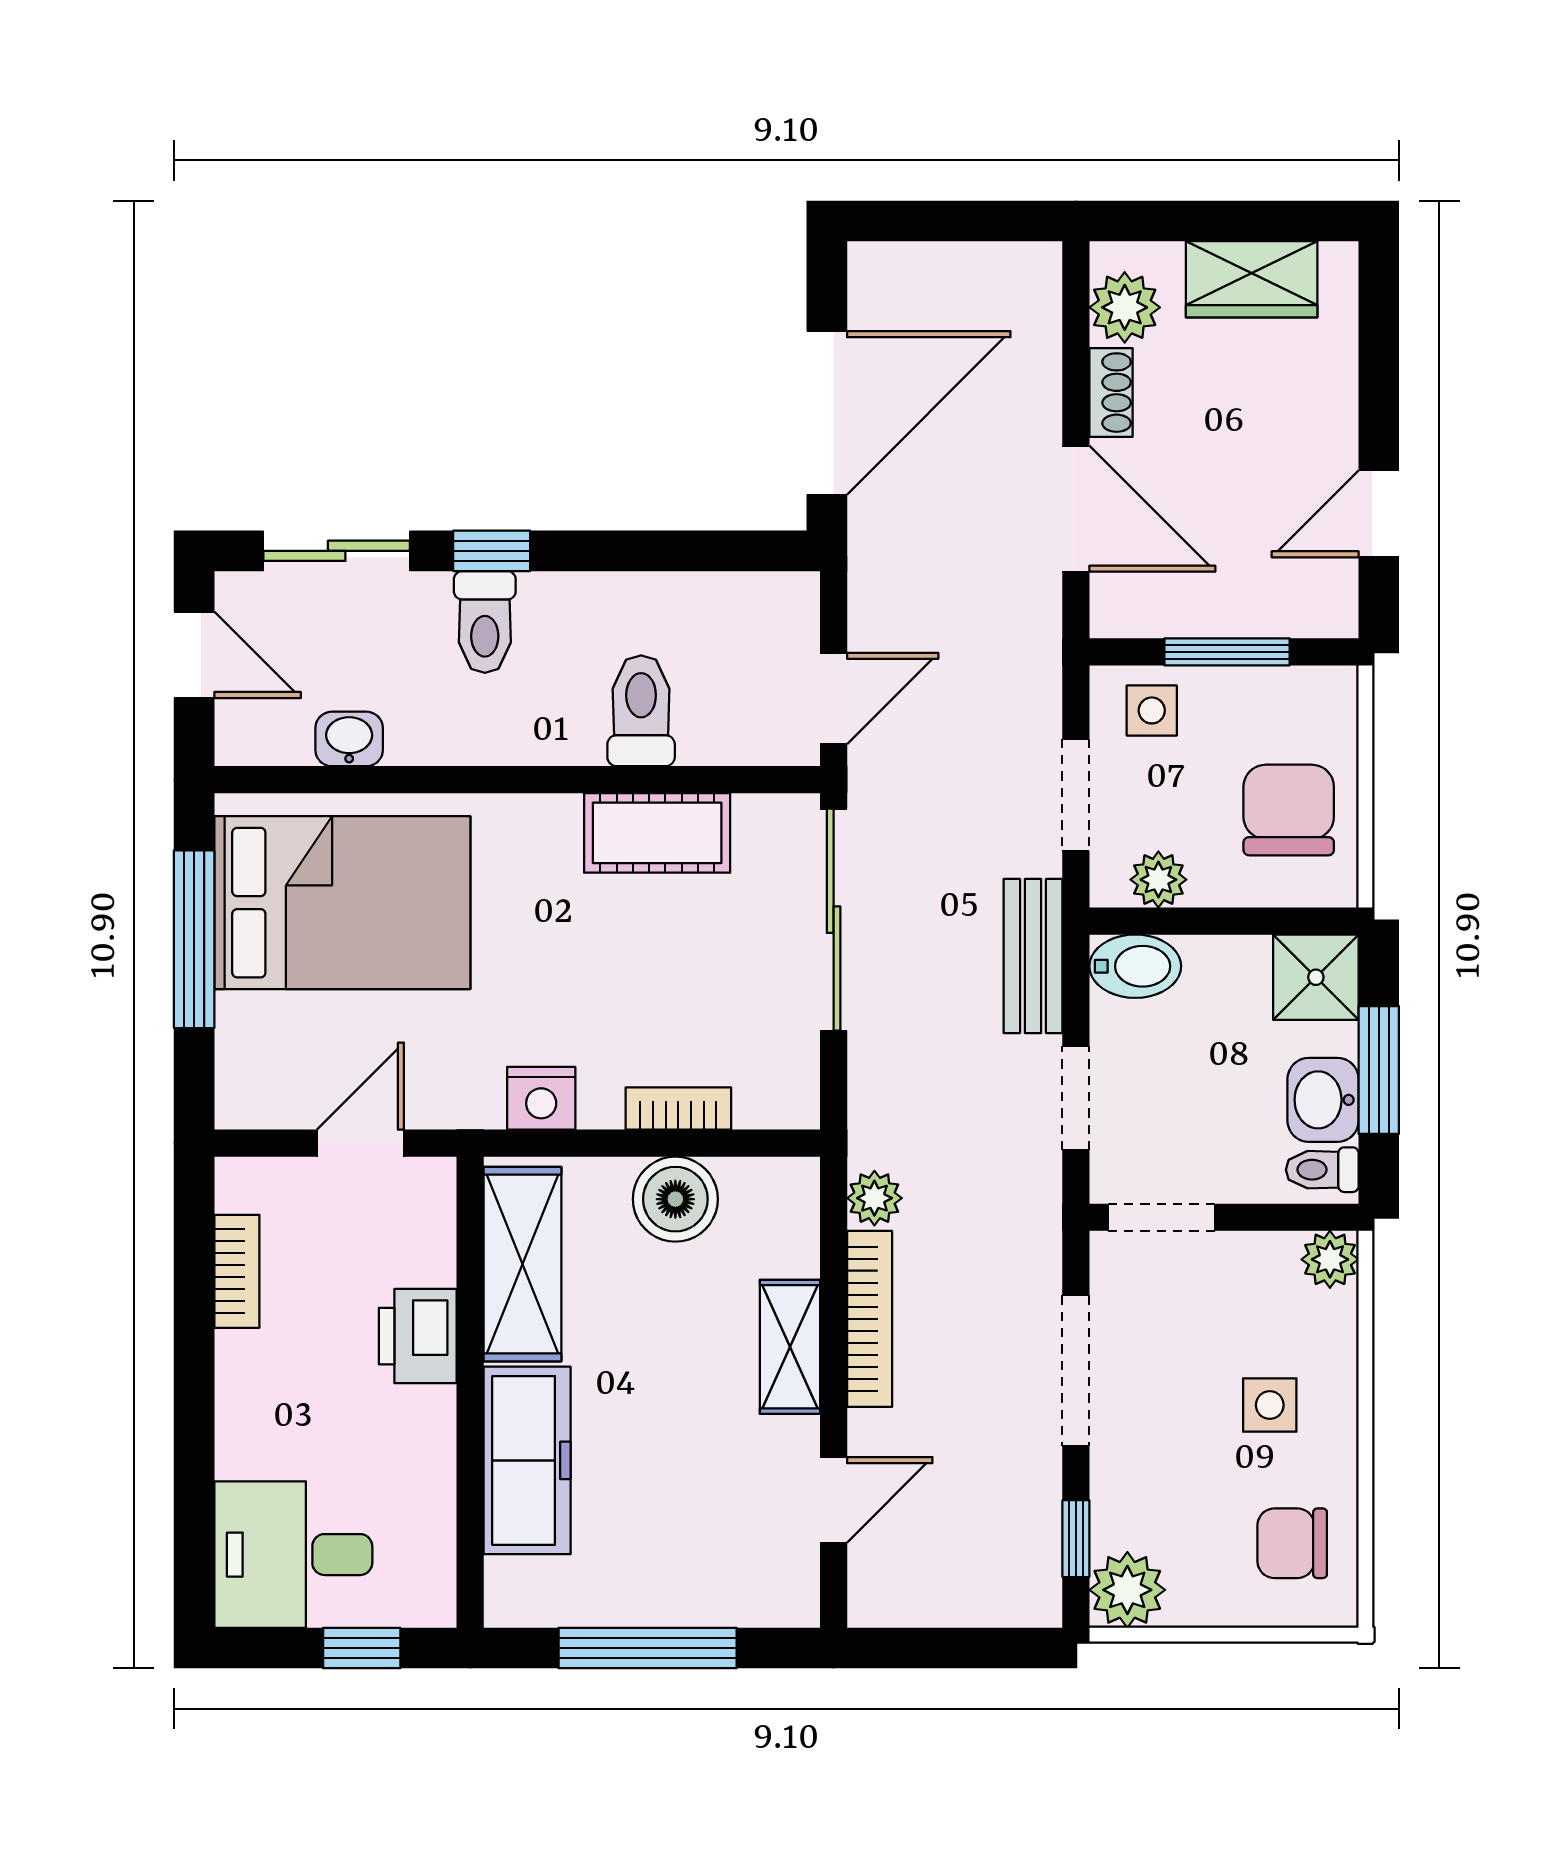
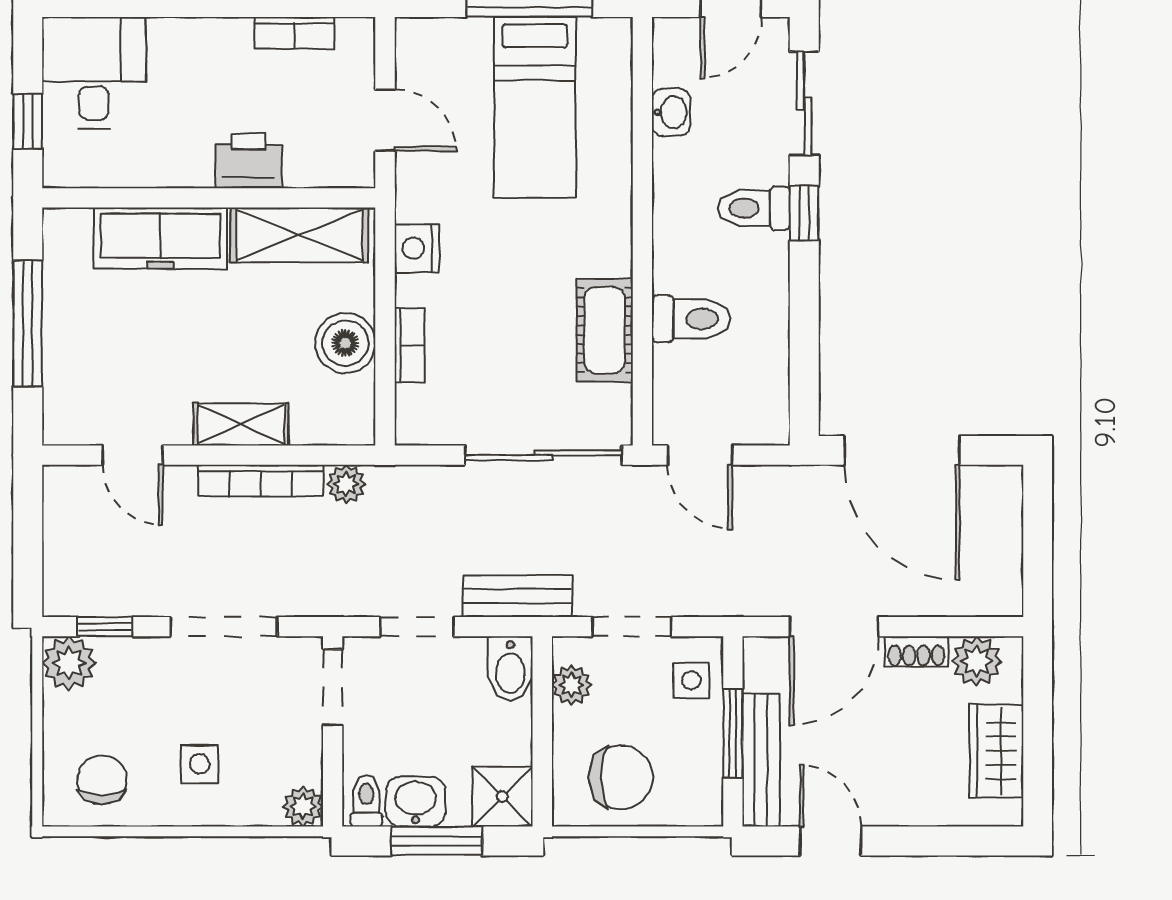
bench: (1264, 612) -> (761, 760), added
bed: (342, 903) -> (535, 107), width x0.67

